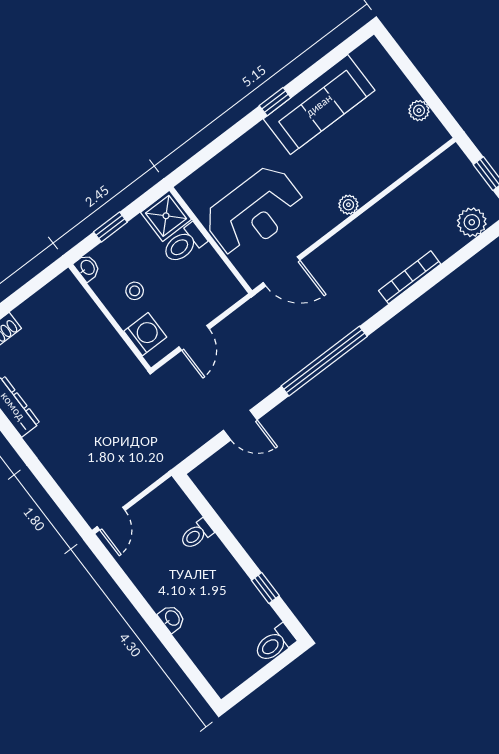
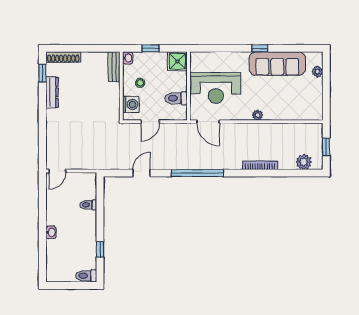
plant: (419, 111) -> (317, 72), moved
toilet: (184, 244) -> (176, 98), moved
bench: (77, 296) -> (114, 67), added
door: (240, 425) -> (142, 173), swing flipped

